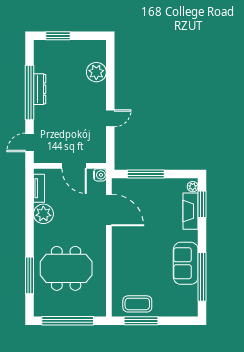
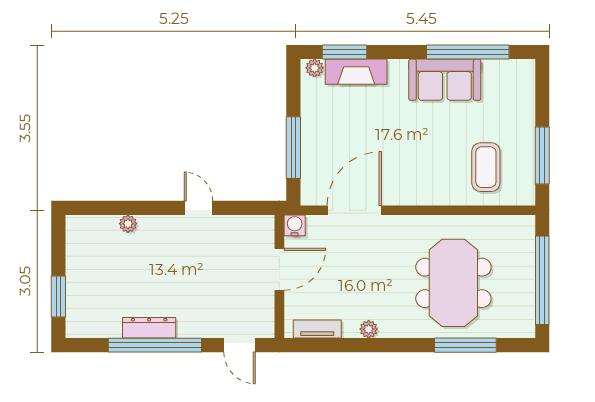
plant: (96, 72) -> (128, 224), width x0.53, depth x0.53
plant: (43, 214) -> (369, 329), width x0.53, depth x0.53
coffee table: (137, 304) -> (486, 167), moved

